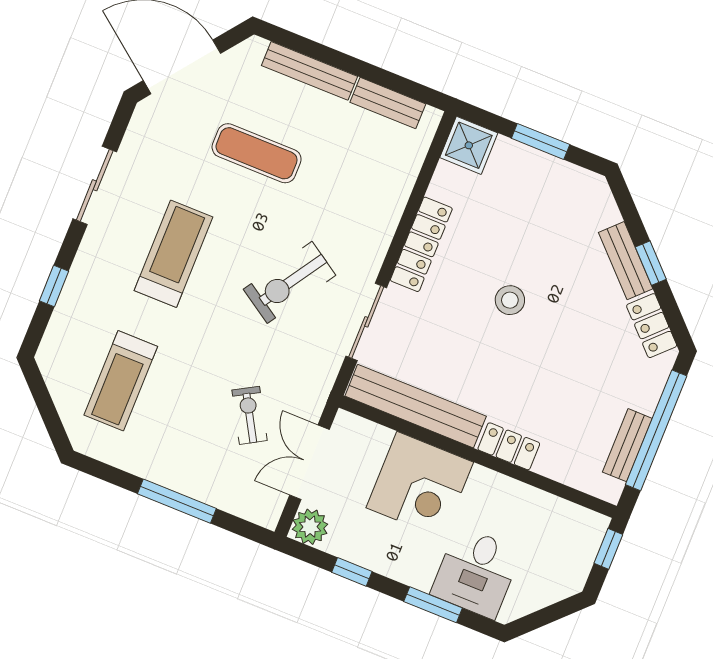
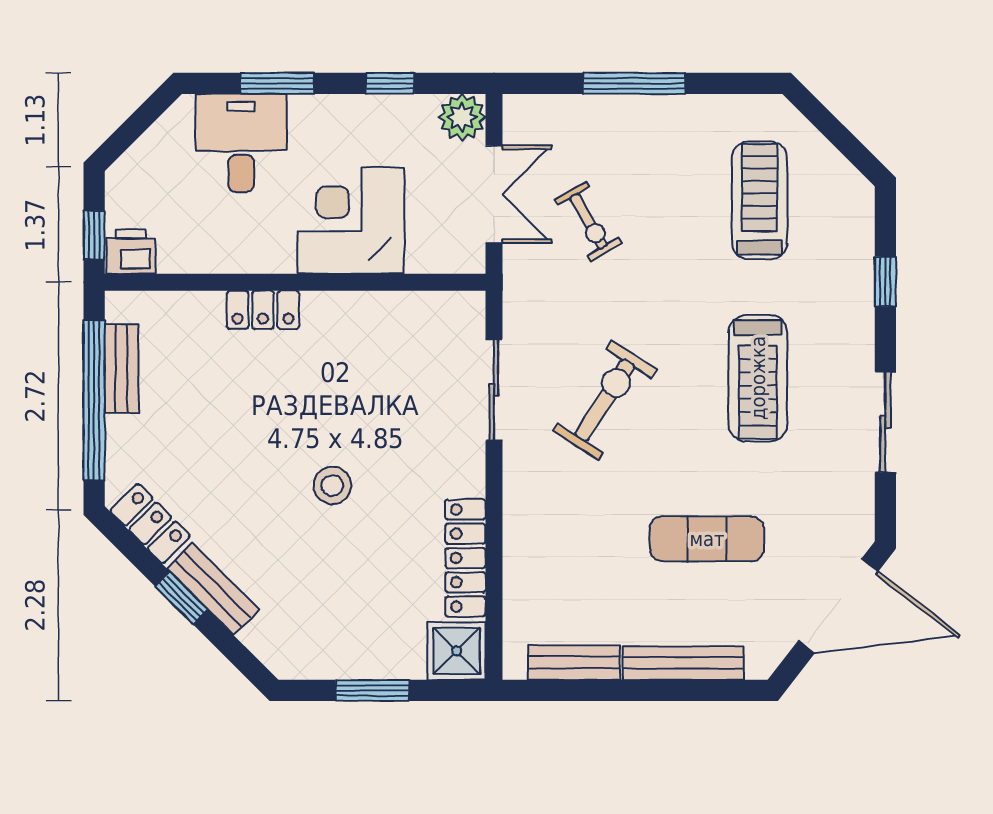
locker: (421, 244) -> (465, 558), moved
bench: (416, 406) -> (394, 313), removed
printer: (587, 526) -> (131, 252), added

